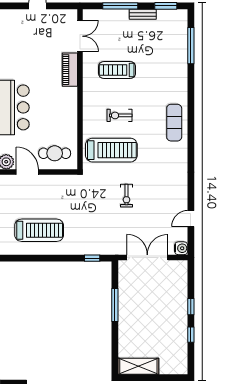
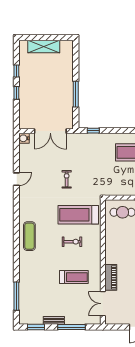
door: (191, 219) -> (16, 179), moved
shelving: (138, 366) -> (44, 46), moved

